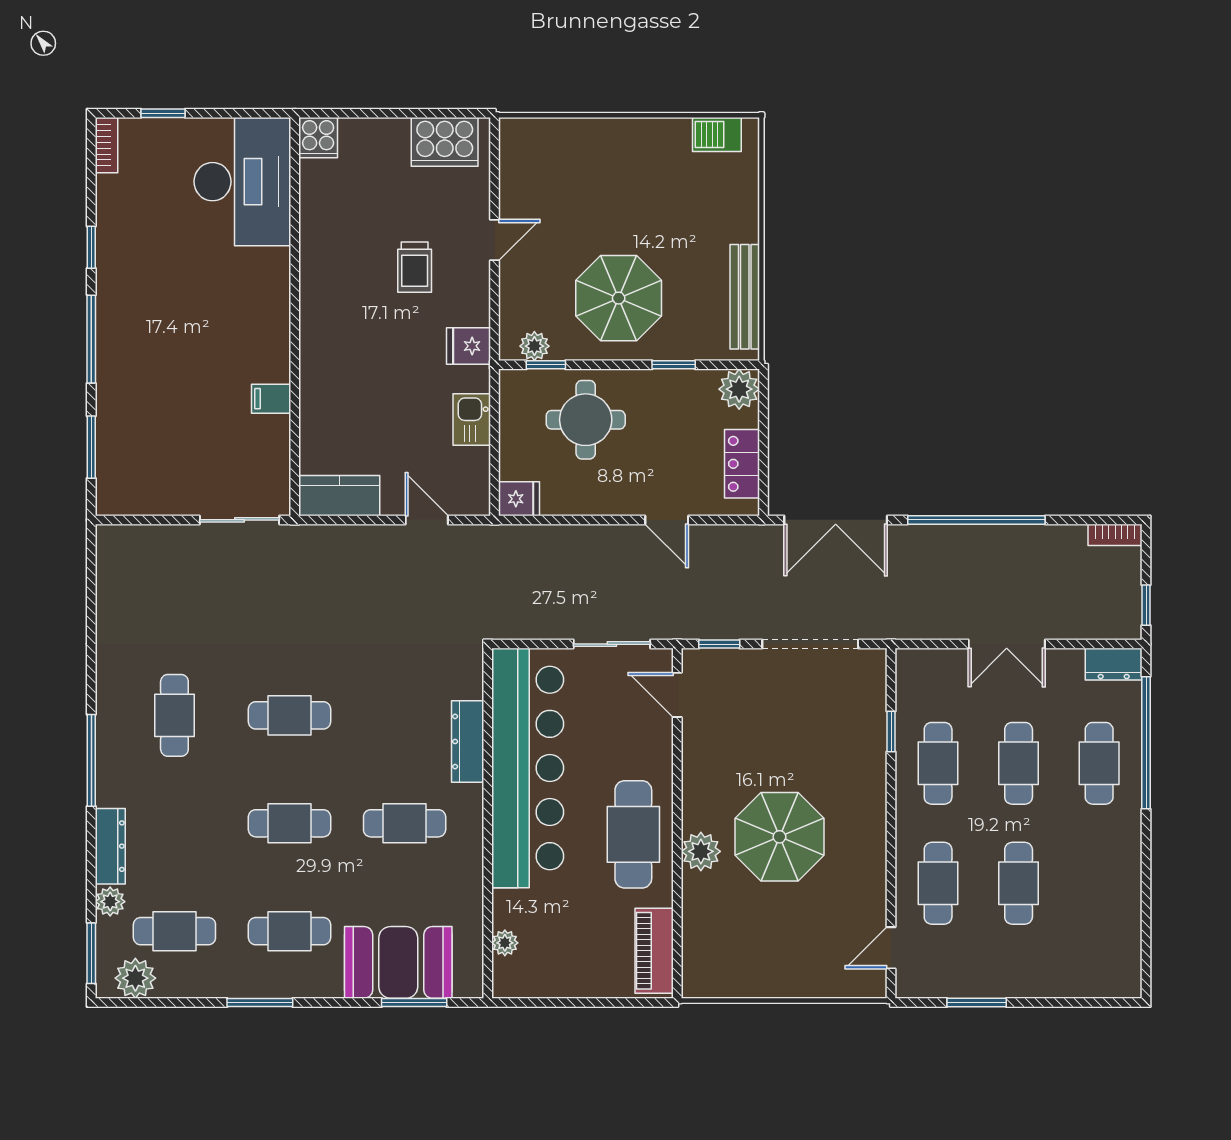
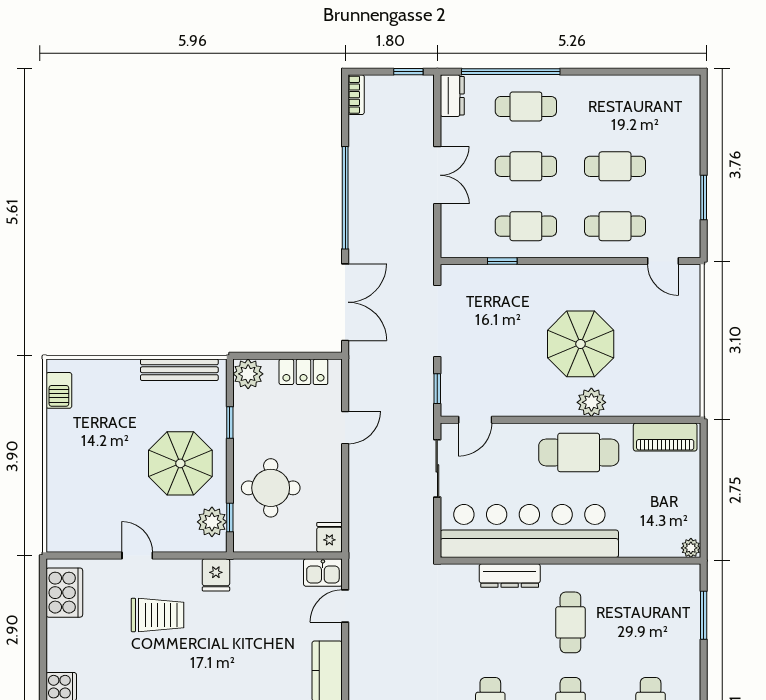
trolley: (415, 267) -> (157, 615), width x1.36, depth x1.39
plant: (534, 346) -> (212, 522), width x1.38, depth x1.38
kitchen sink: (472, 420) -> (323, 572), moved
plant: (505, 943) -> (691, 548), moved
booth: (398, 962) -> (674, 627), removed

